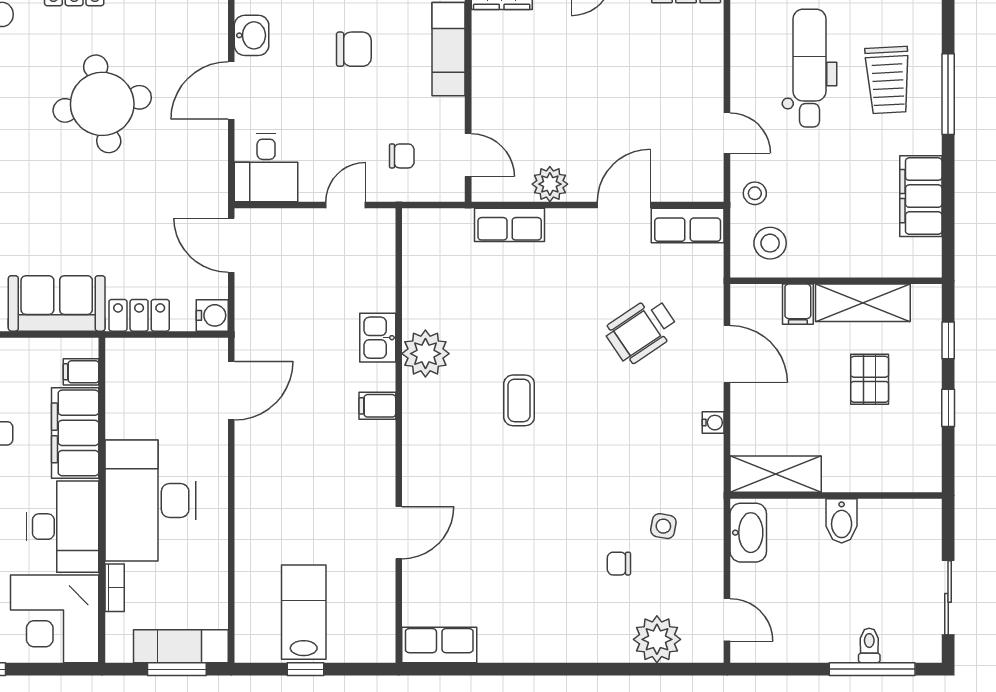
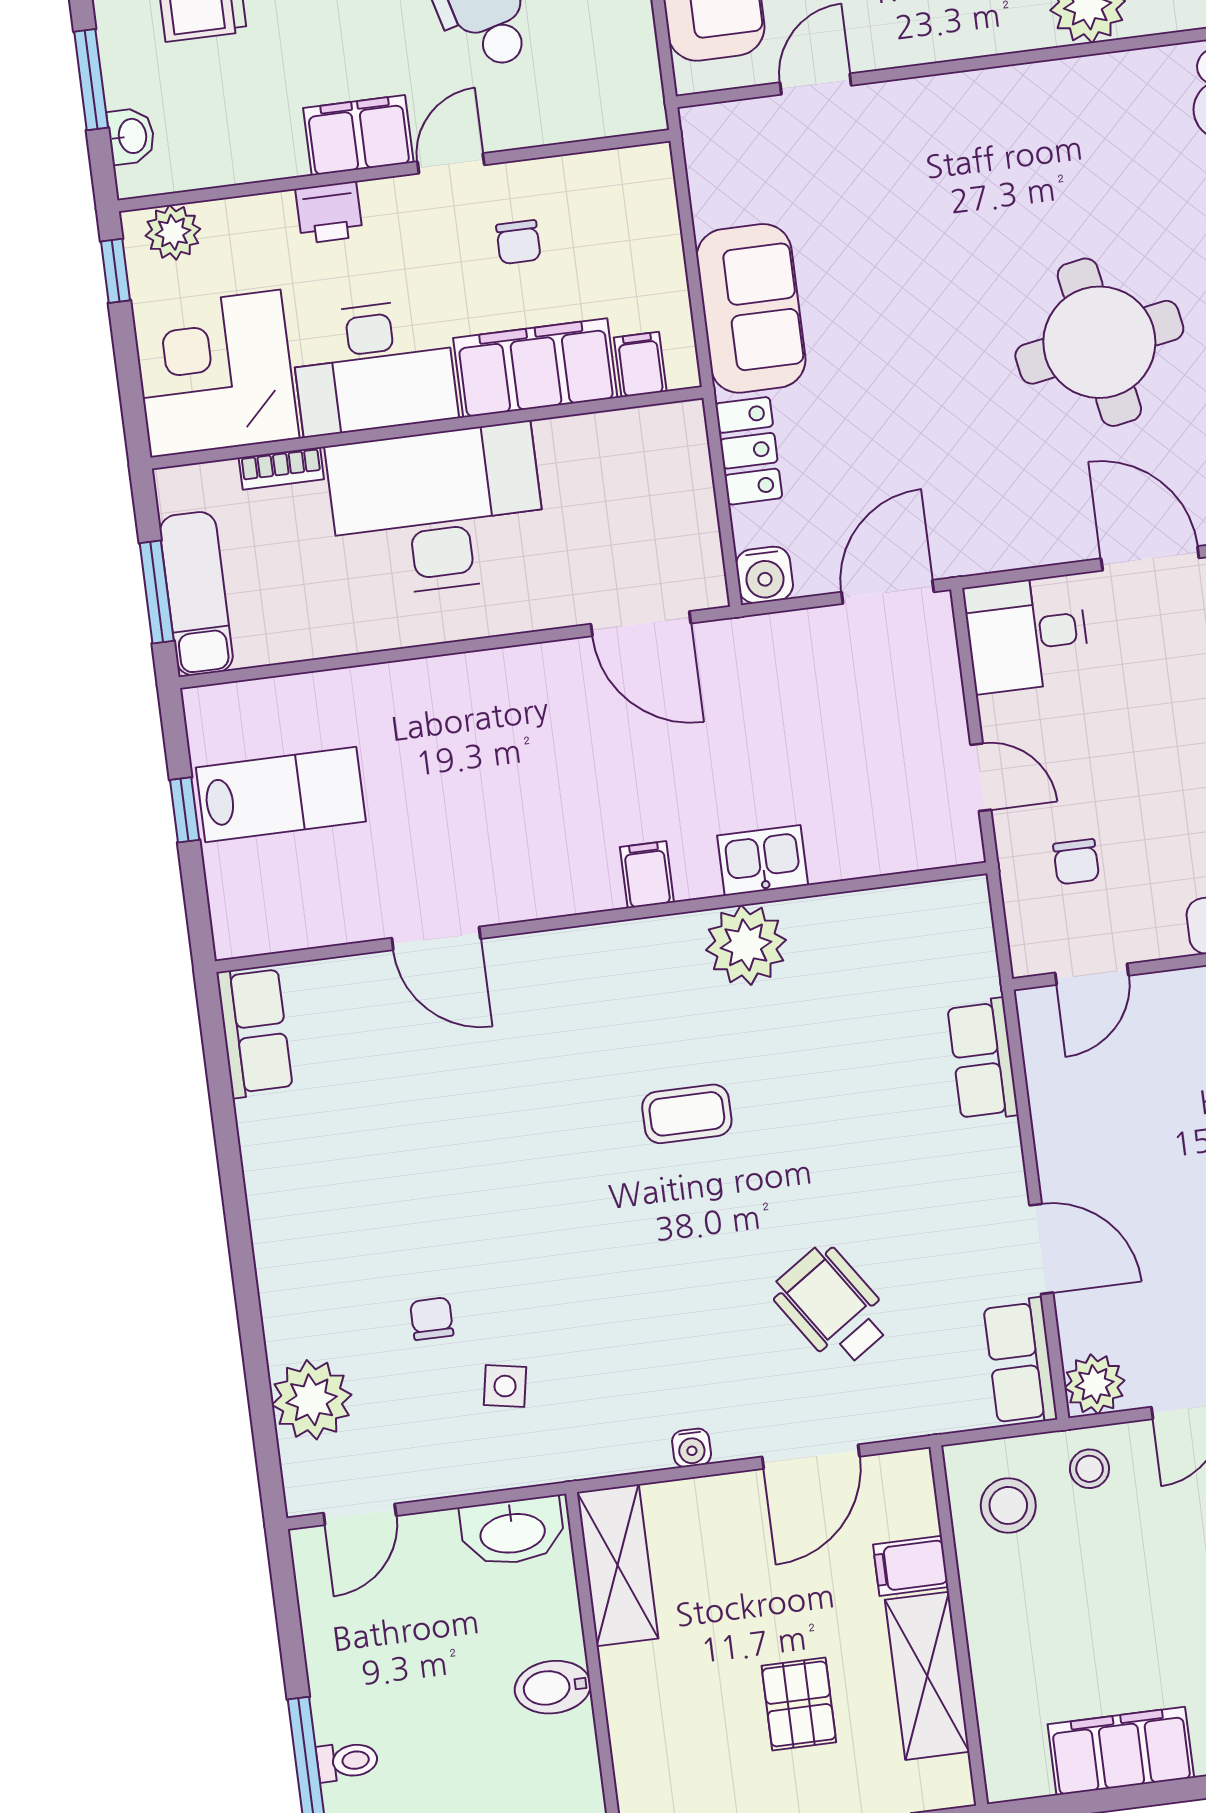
plant: (550, 184) -> (1095, 1384), moved
pallet: (870, 379) -> (799, 1704), turned 90

